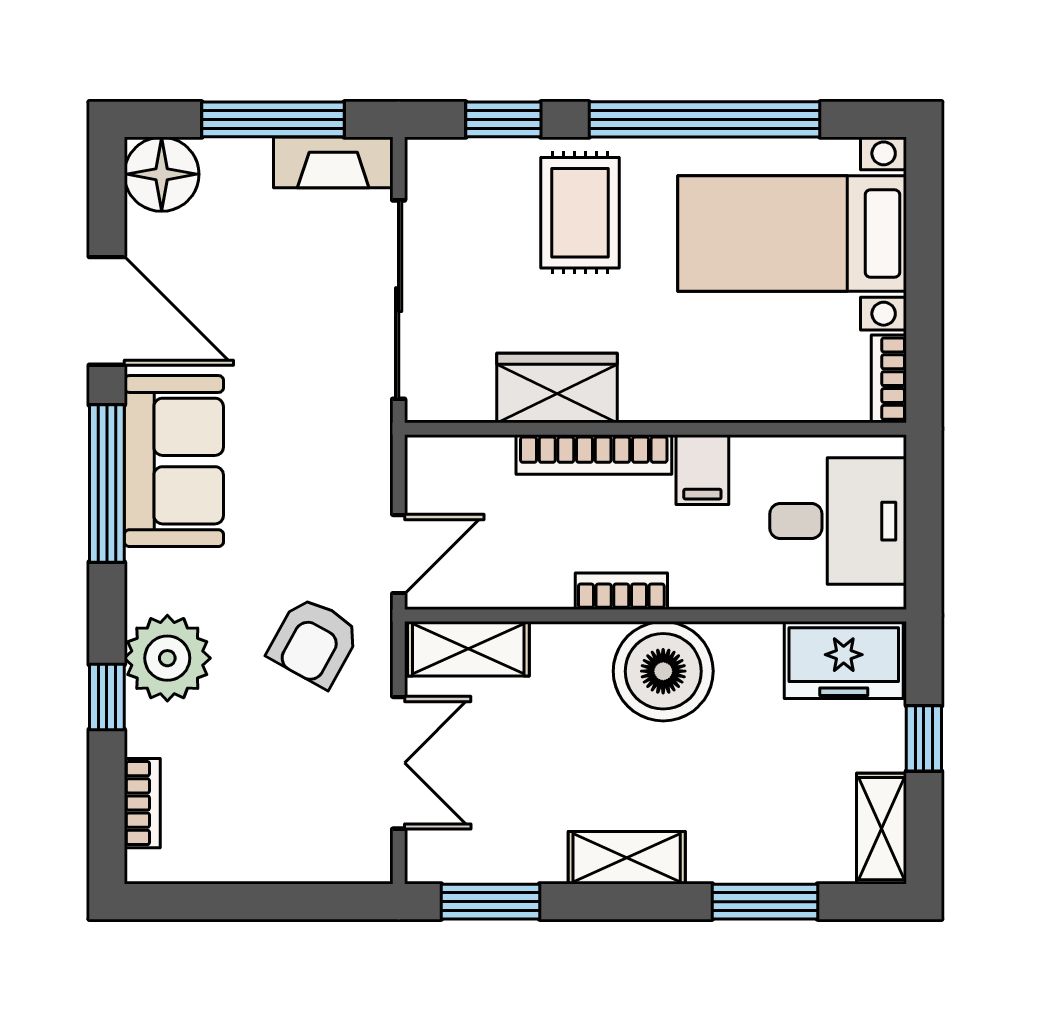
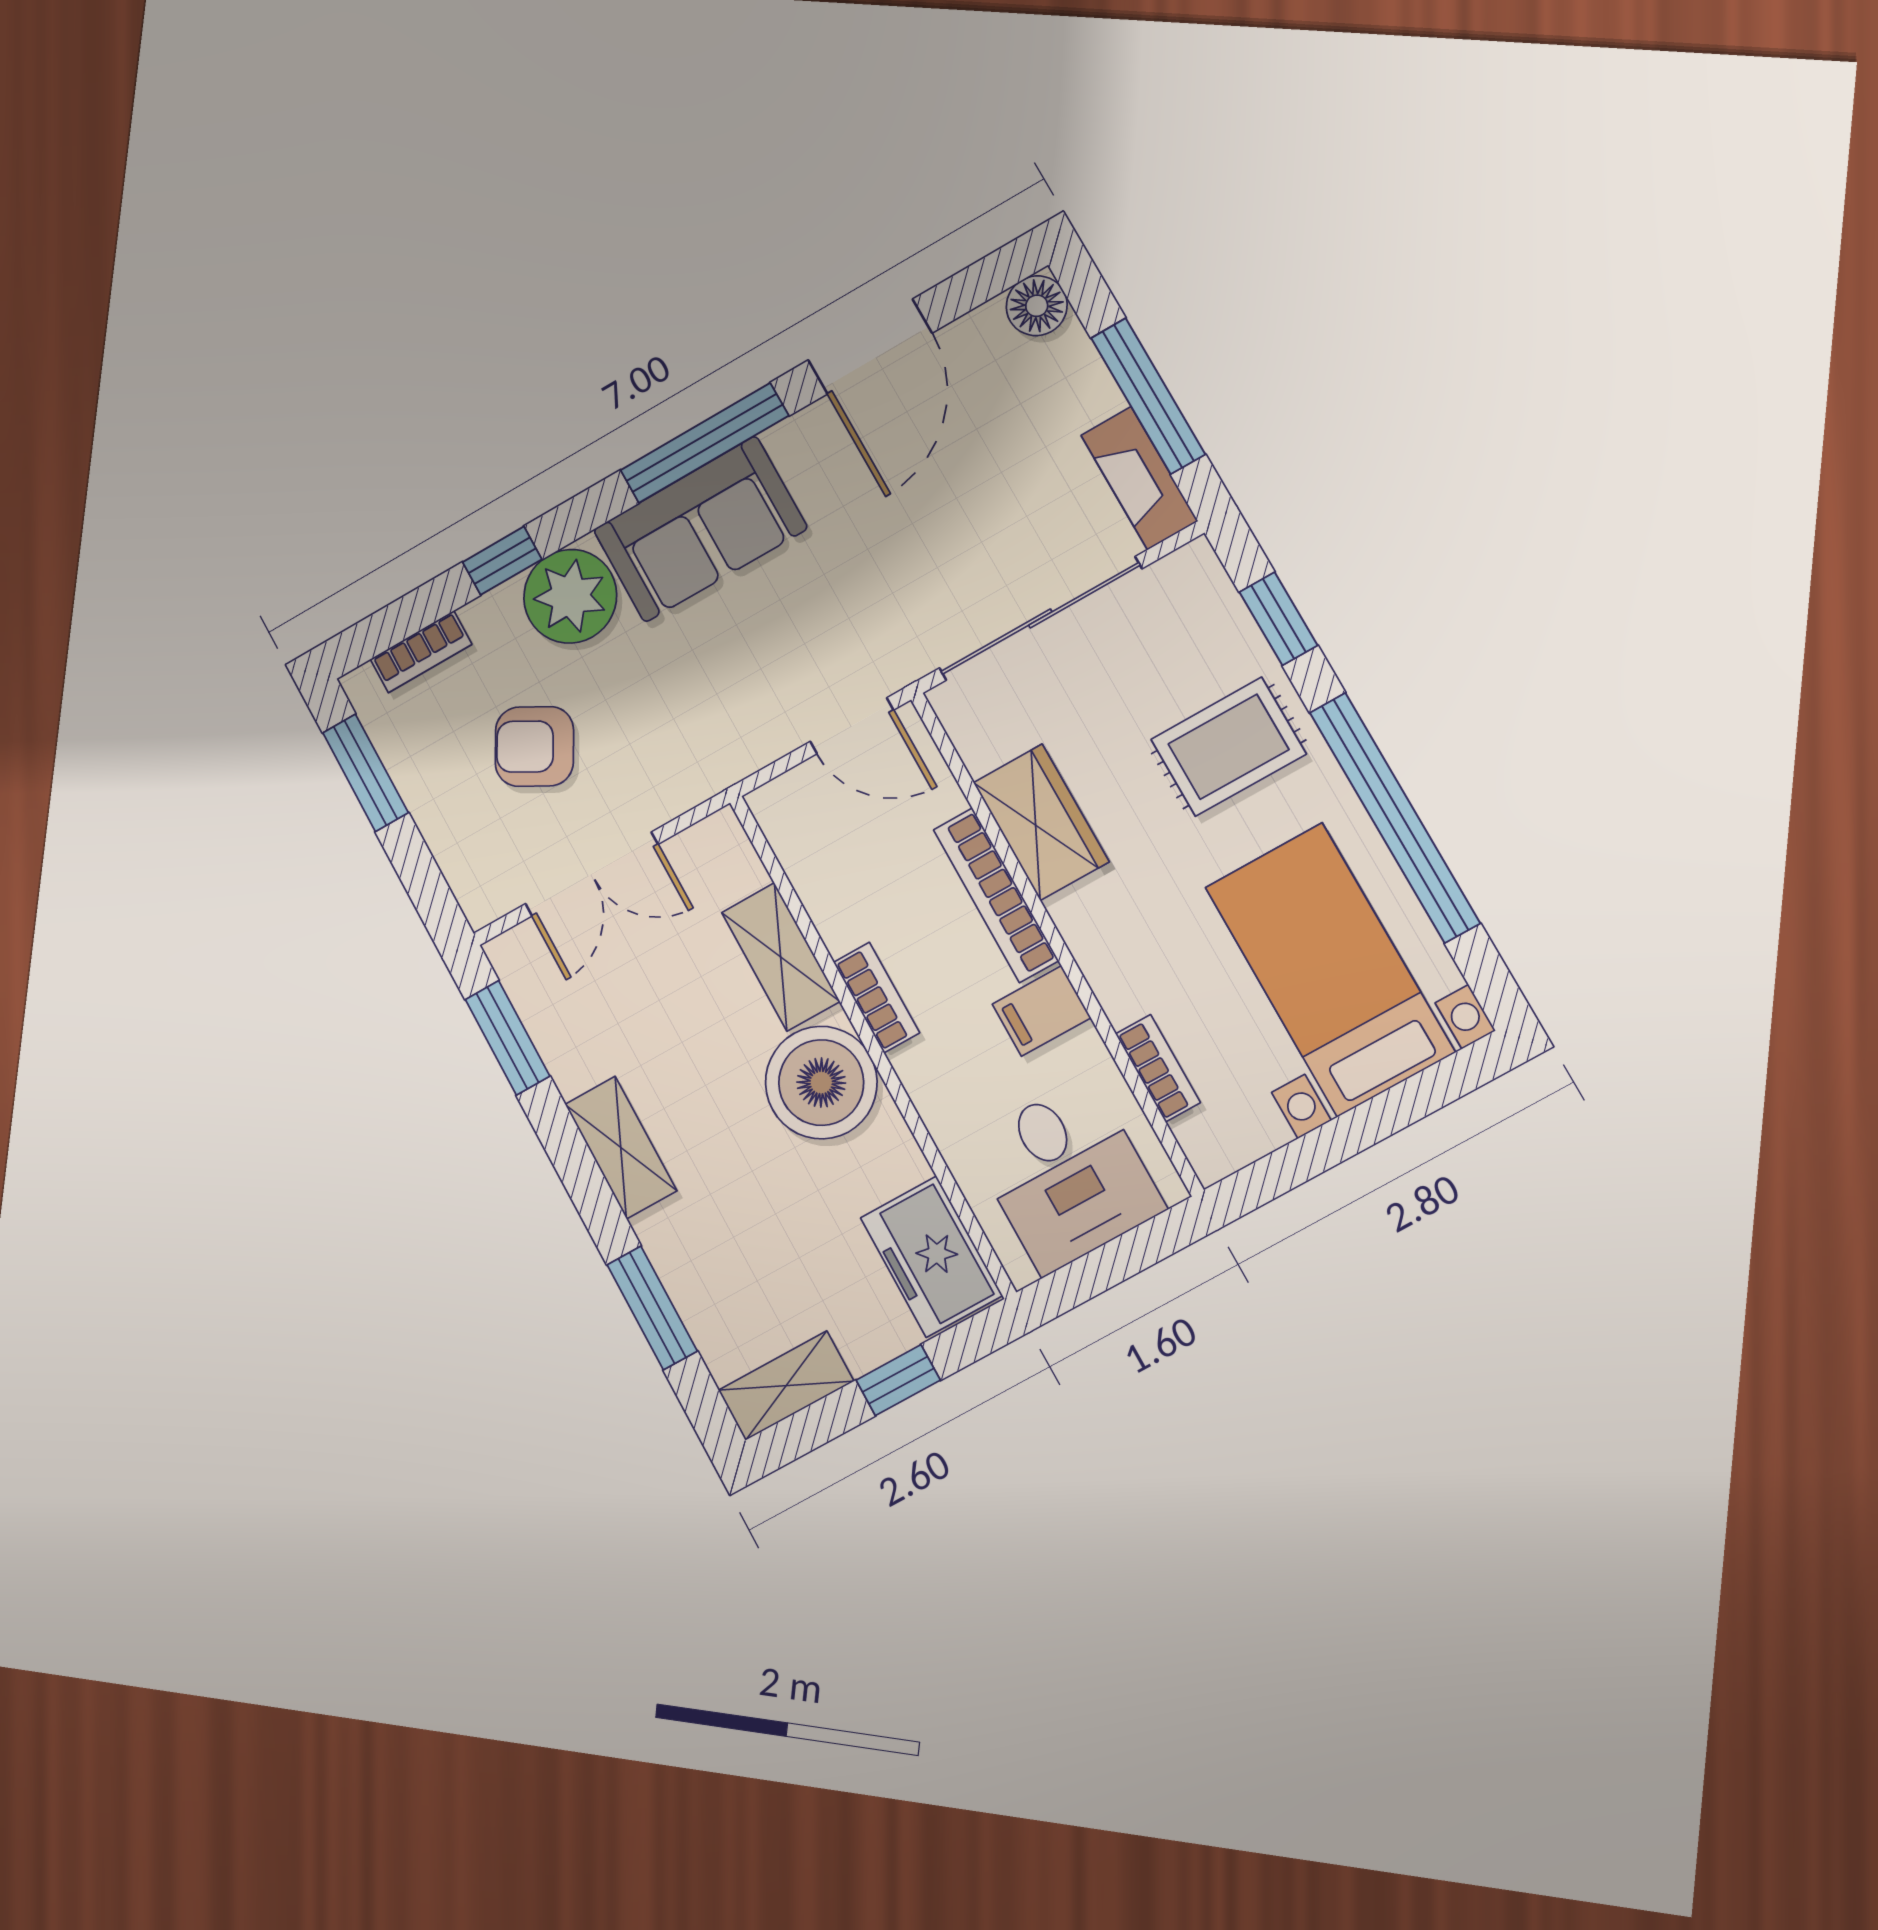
floor lamp: (162, 174) -> (1037, 306), width x0.73, depth x0.73
bookcase: (889, 379) -> (1158, 1068), moved, turned 90
sofa: (174, 461) -> (700, 529), moved
door: (399, 554) -> (852, 726), moved
armchair: (314, 642) -> (534, 746), moved
shelving: (468, 649) -> (781, 957), moved
window: (214, 902) -> (365, 773), added

